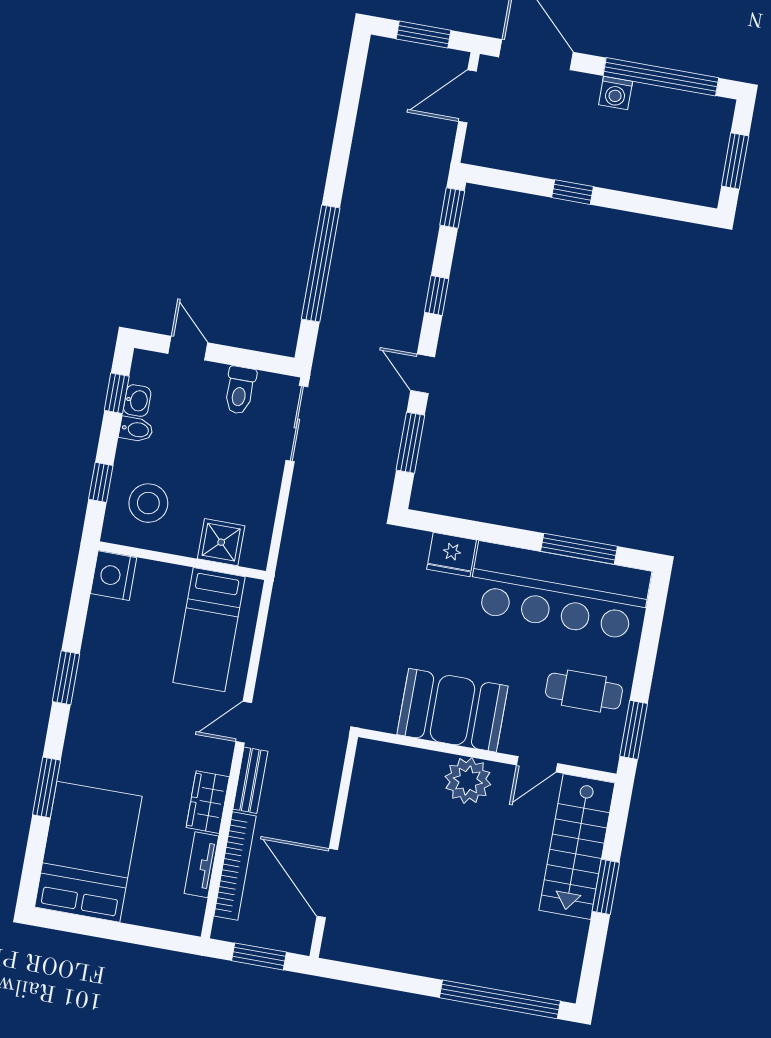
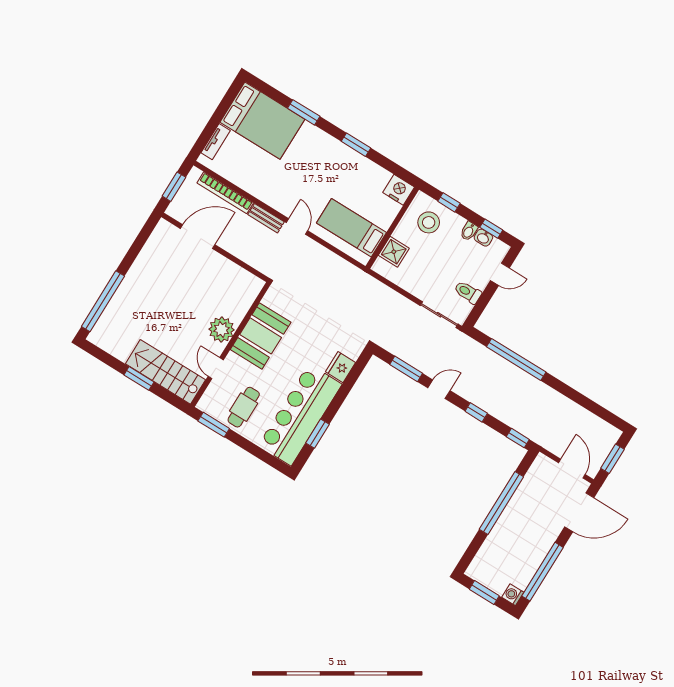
washing machine: (616, 93) -> (513, 595), moved
window: (573, 192) -> (501, 503), width x3.17
window: (579, 549) -> (318, 434), width x0.69
wardrobe: (208, 802) -> (263, 192), removed
tv unit: (201, 865) -> (216, 142), moved, turned 90

